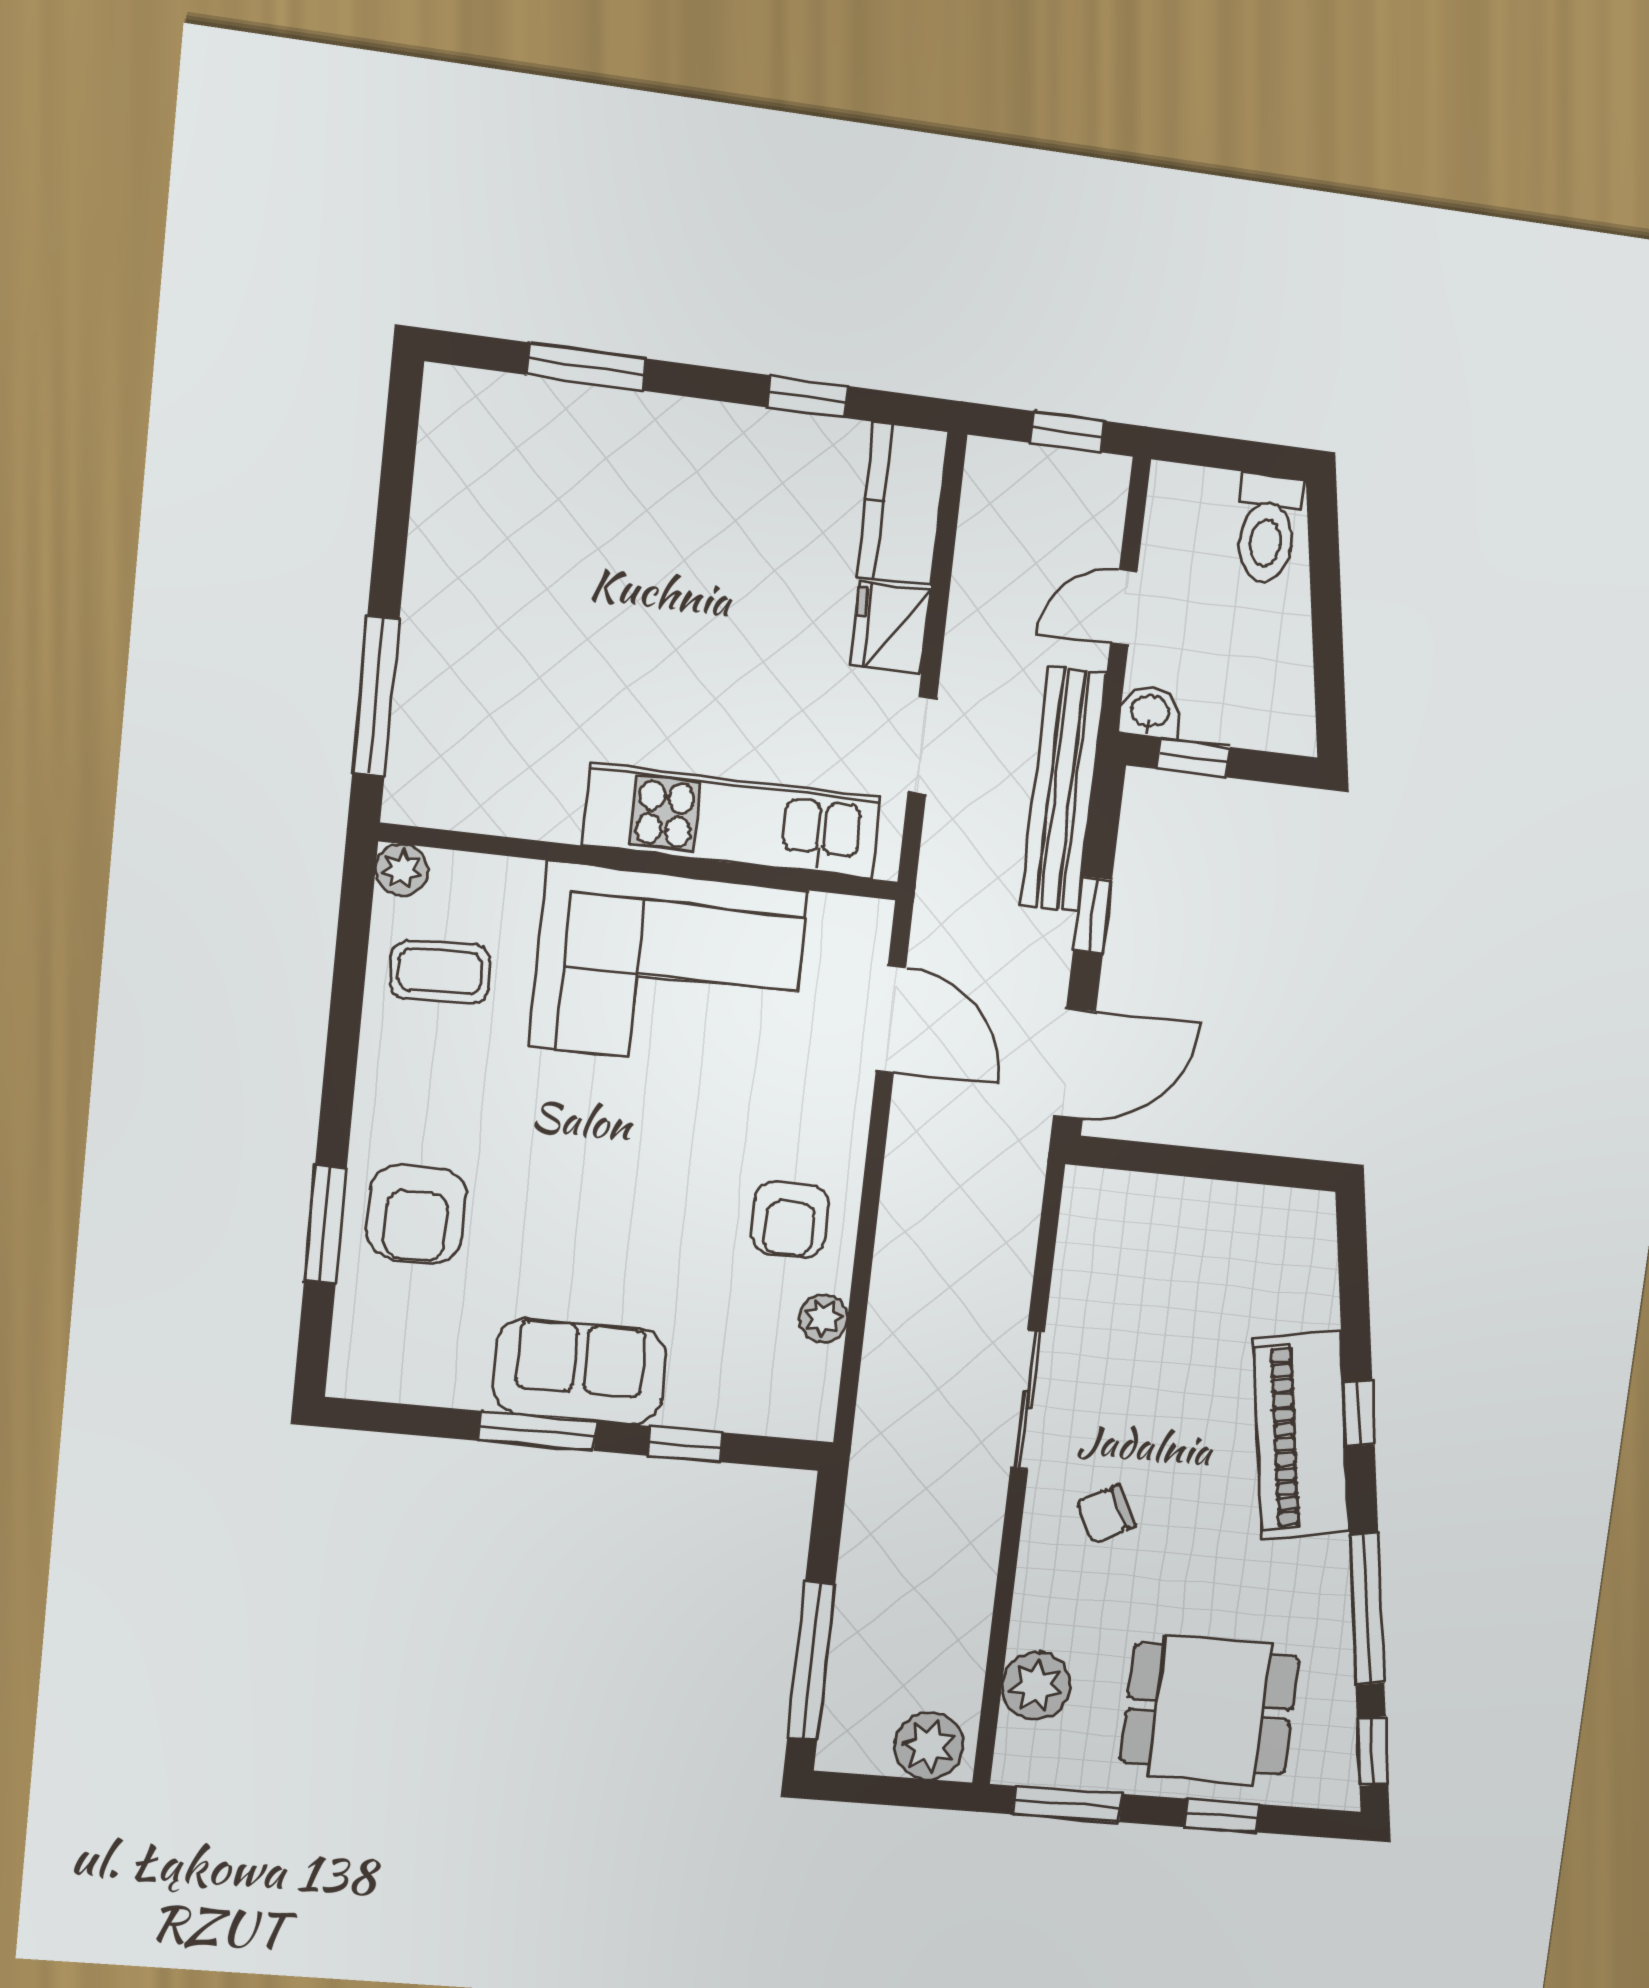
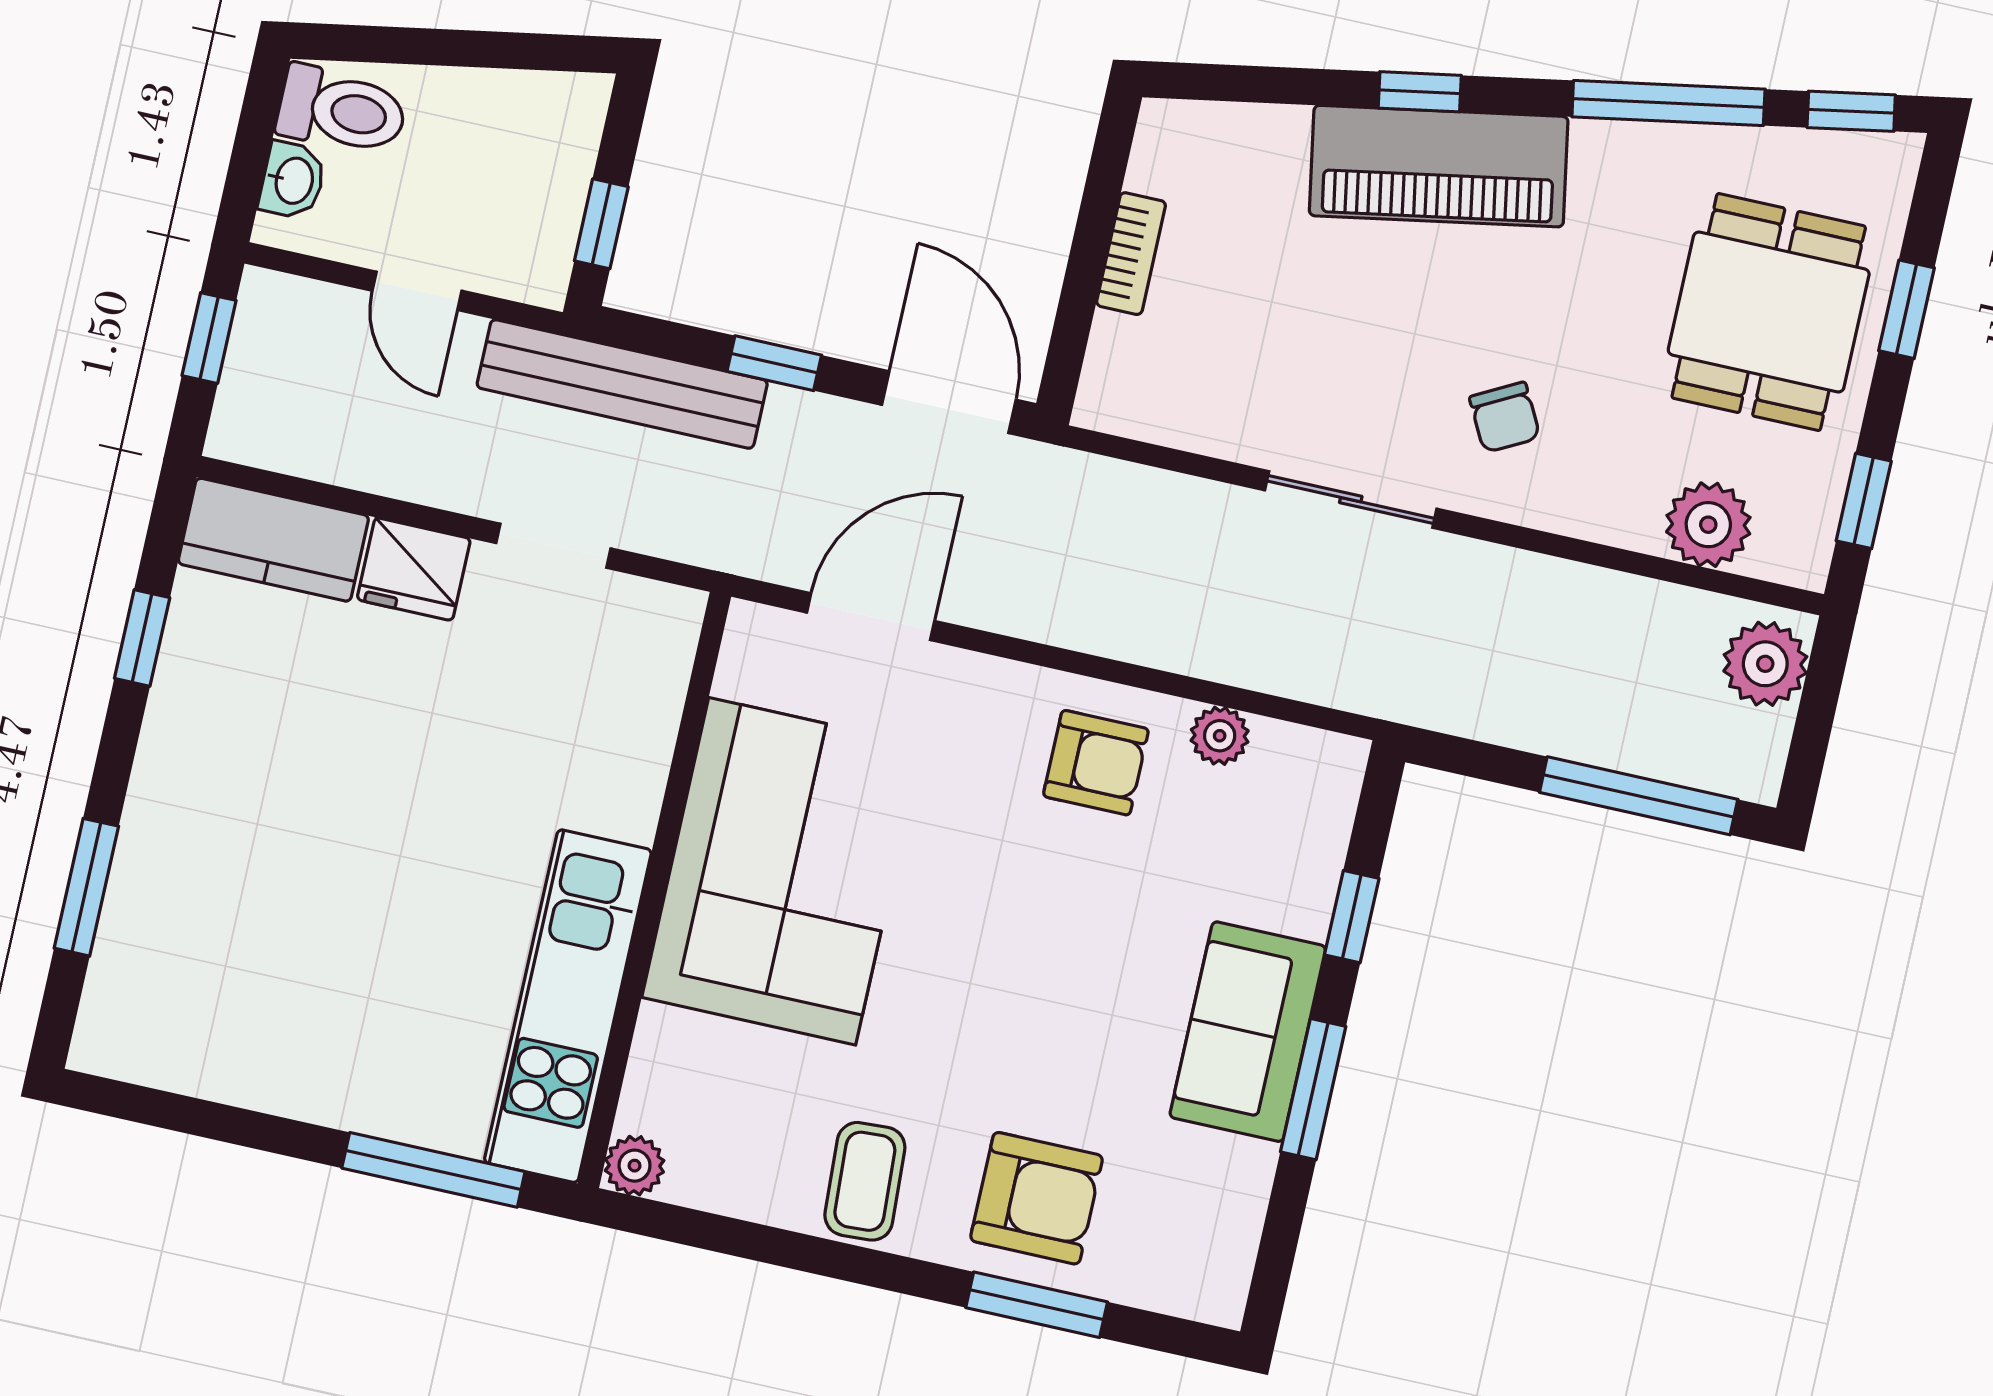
washbasin: (1150, 712) -> (293, 180), moved, turned 180
kitchen unit: (732, 821) -> (568, 1006), moved
coffee table: (440, 972) -> (865, 1181), moved
bookcase: (1209, 1198) -> (1131, 254), added
window: (1067, 1804) -> (1864, 501), width x0.67

